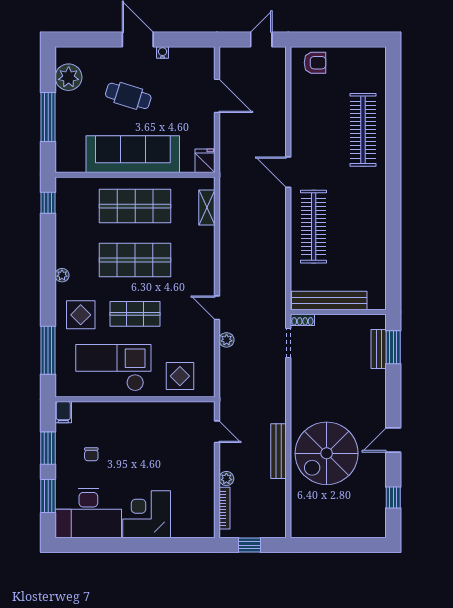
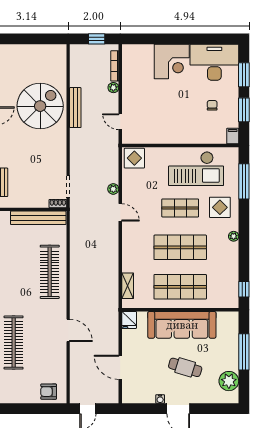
door: (288, 172) -> (68, 330), moved
display table: (180, 376) -> (134, 158), moved

